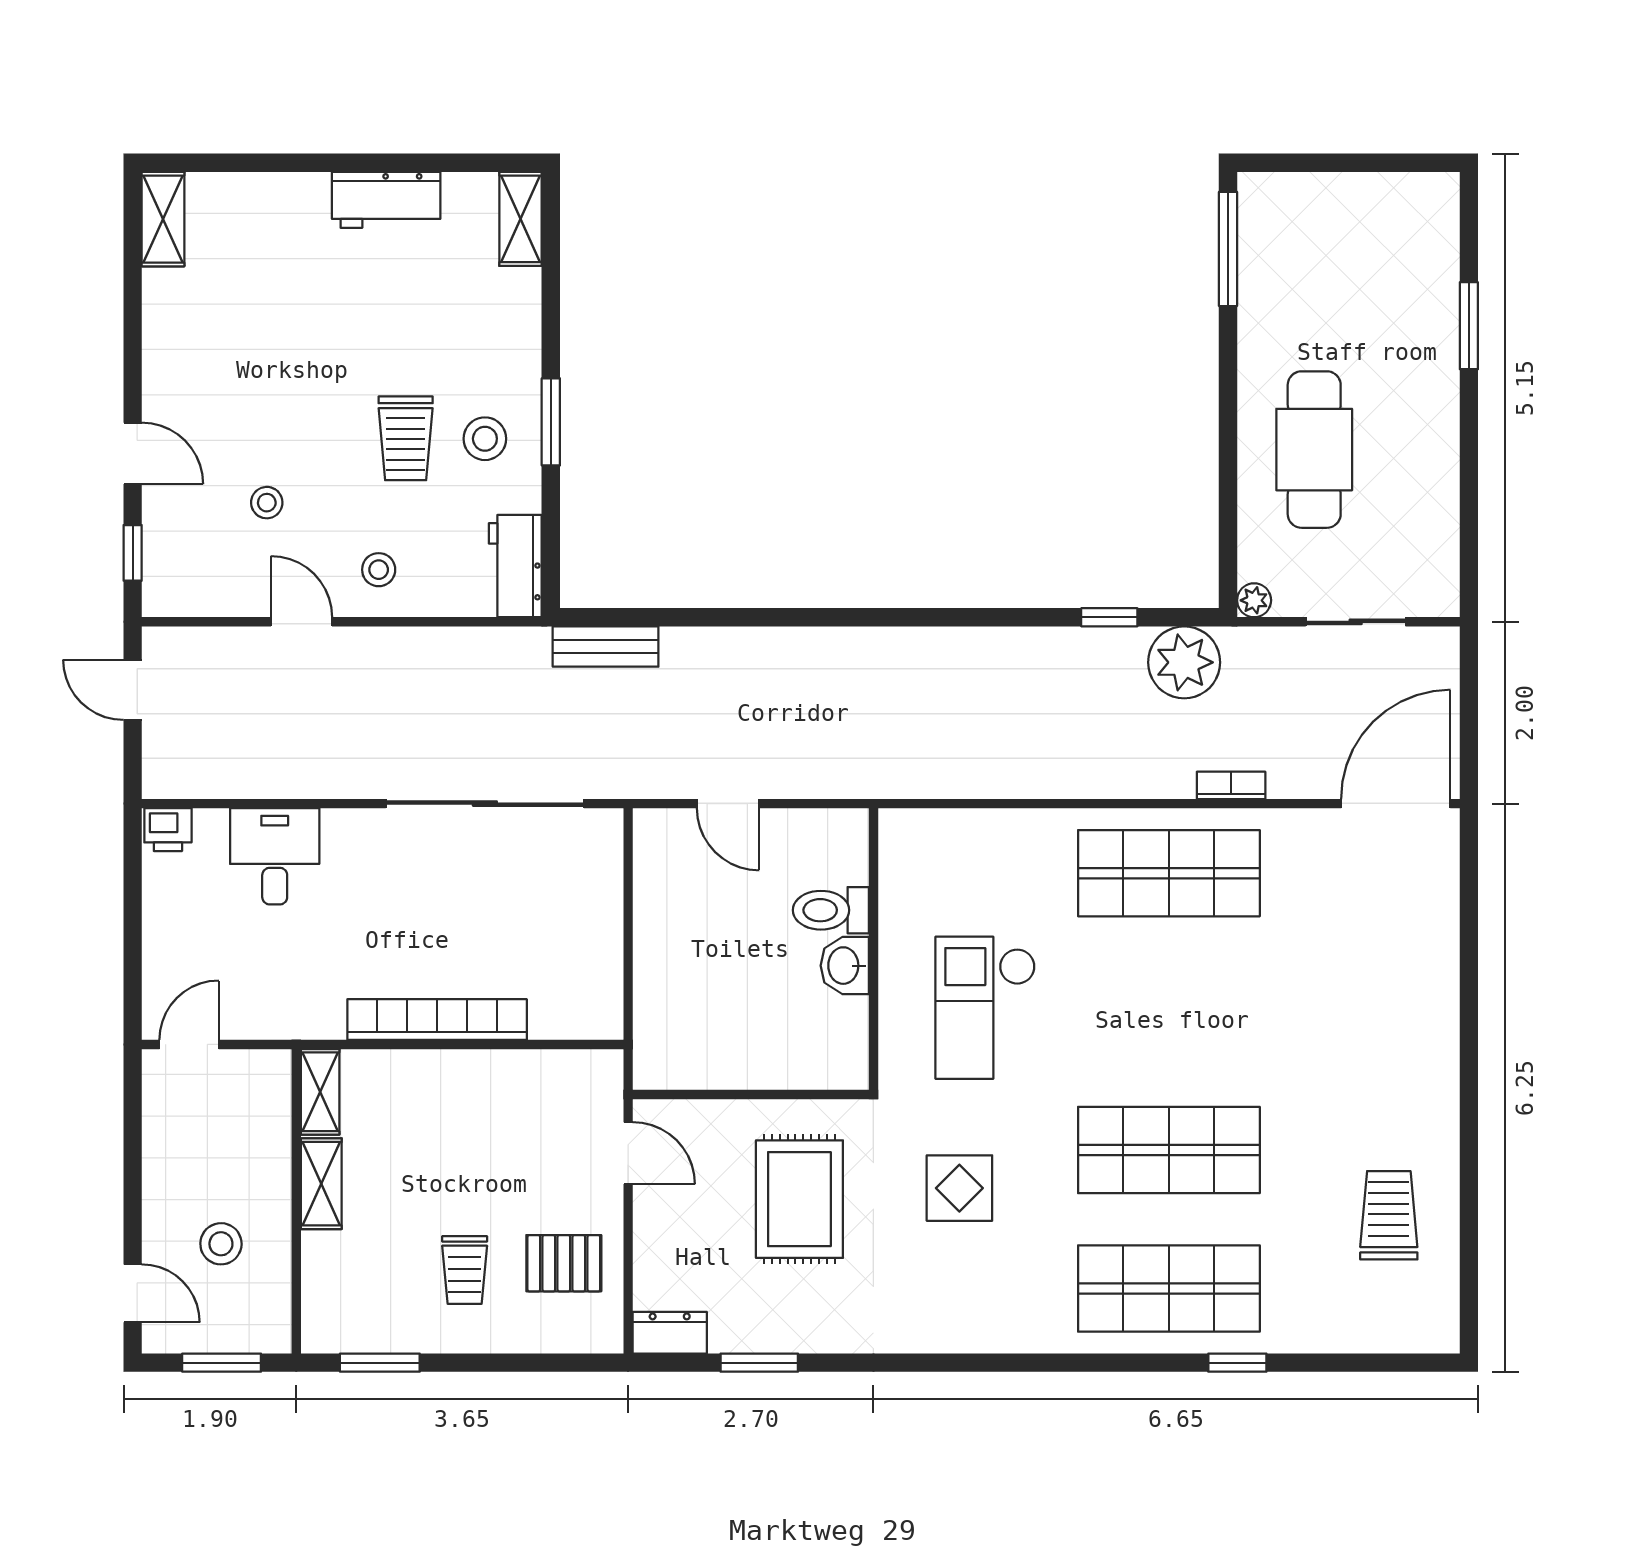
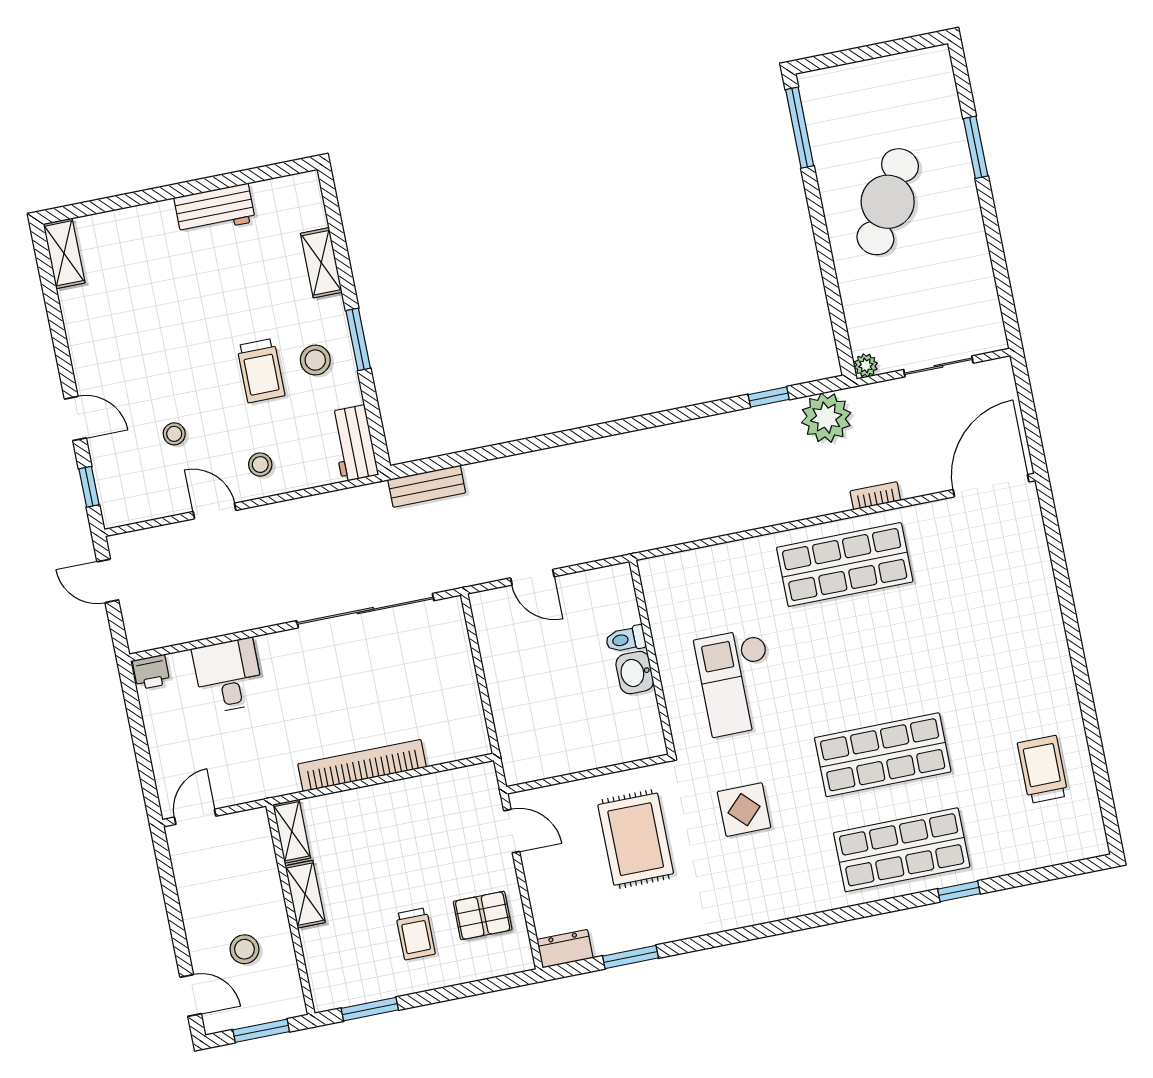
shelving: (521, 219) -> (321, 263), moved
cafe table: (1314, 450) -> (888, 202), moved, turned 30
toilet: (831, 910) -> (626, 639), width x0.73, depth x0.72

